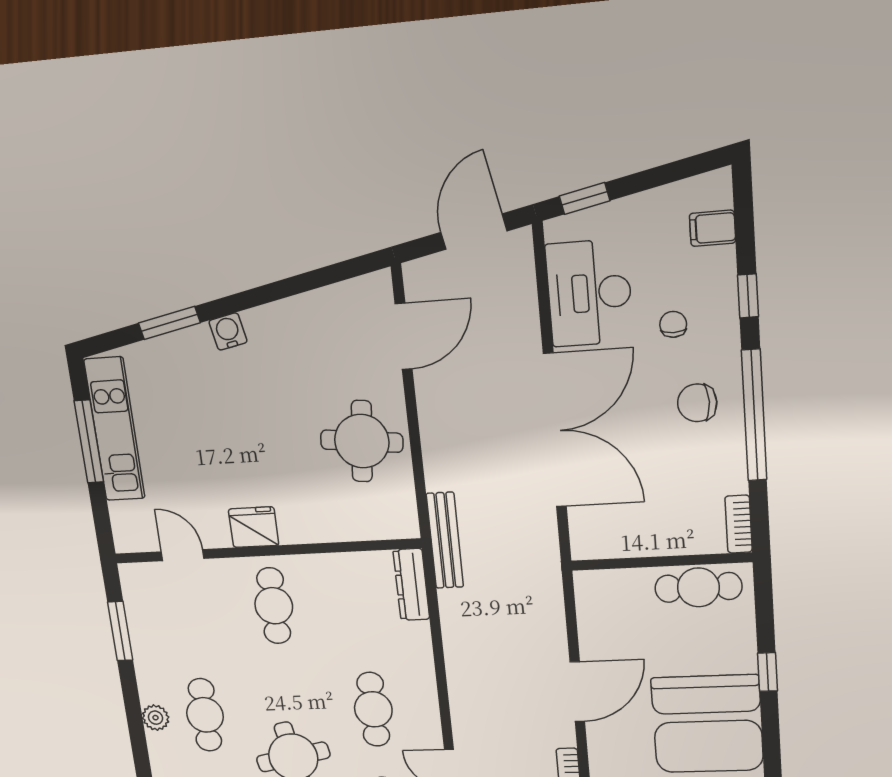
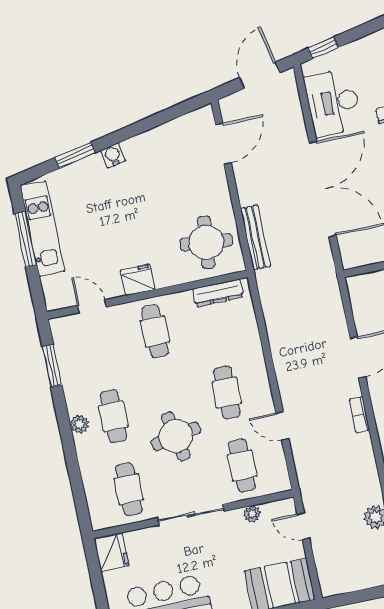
round table: (362, 441) -> (206, 242), moved
bench: (445, 540) -> (255, 237), moved
dresser: (411, 585) -> (218, 293), moved, turned -90

